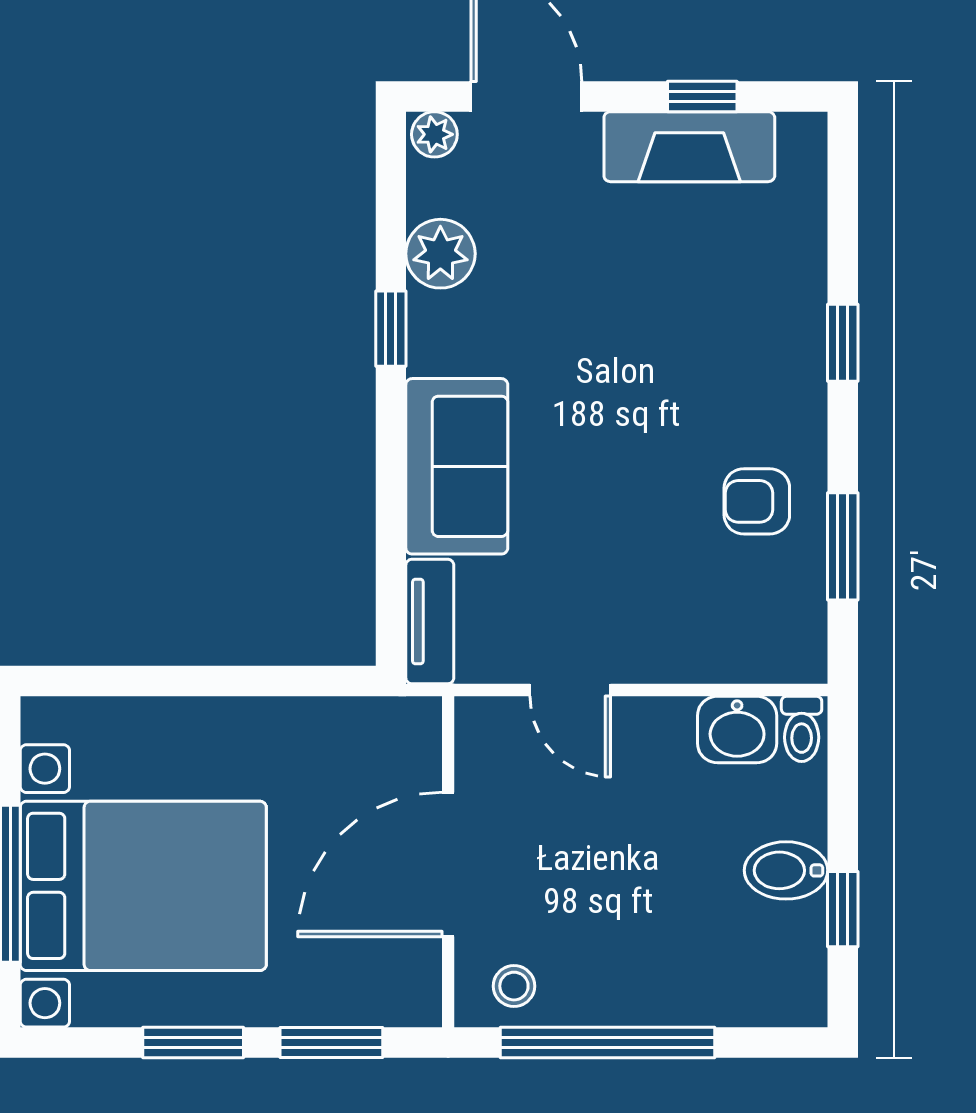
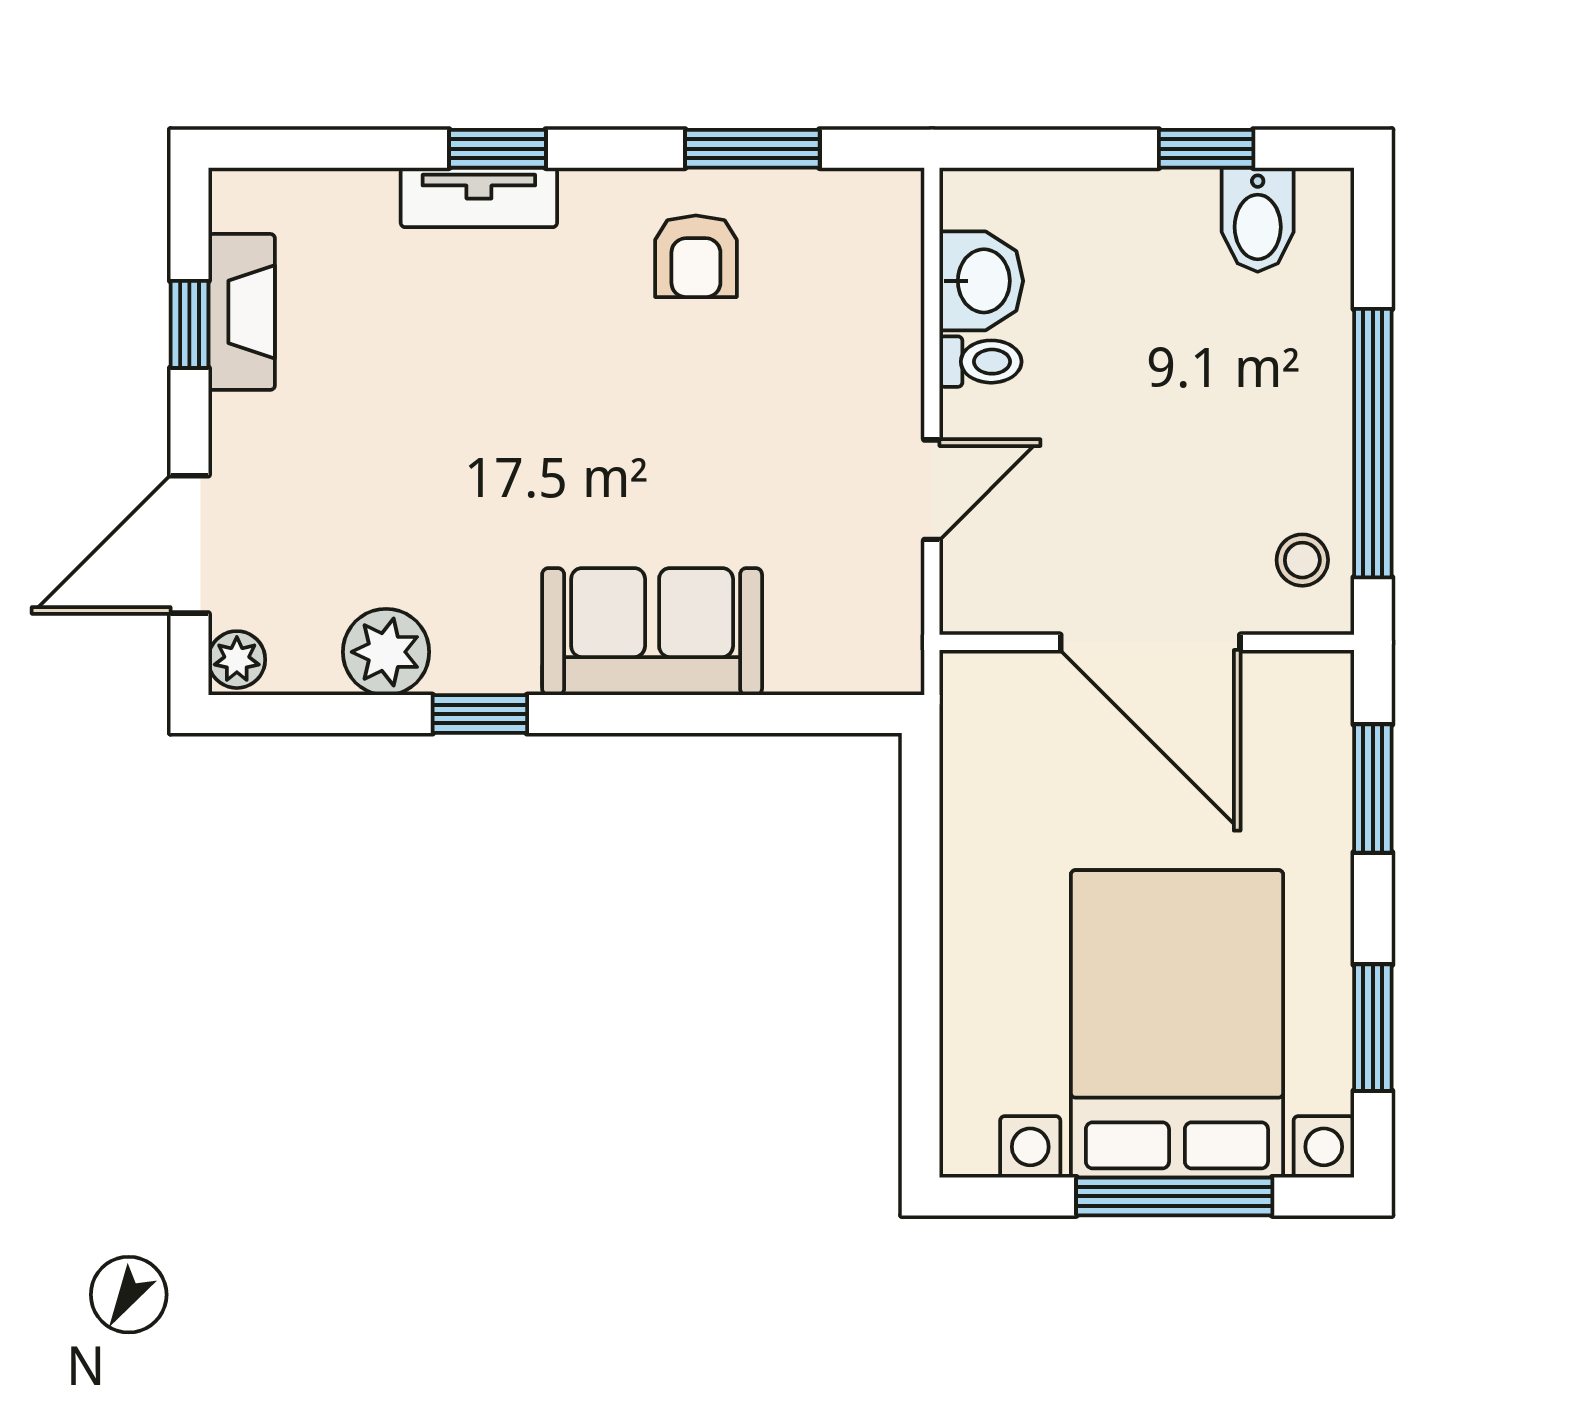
fireplace: (689, 147) -> (242, 312), width x0.73, depth x0.76
tv unit: (430, 622) -> (479, 197), moved, turned 180
toilet: (802, 729) -> (980, 362), moved
bidet: (786, 870) -> (1258, 220), moved
window: (193, 1042) -> (1373, 1028), moved

